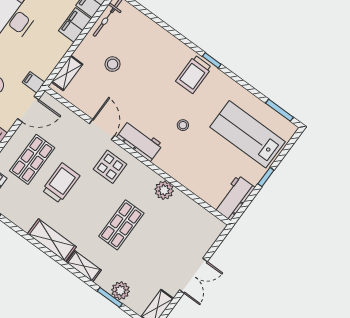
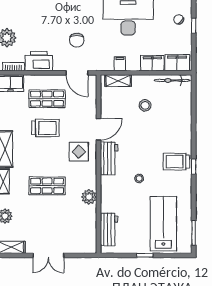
filing cabinet: (33, 82) -> (120, 64), moved
workbench: (234, 198) -> (109, 230), moved, turned 90

